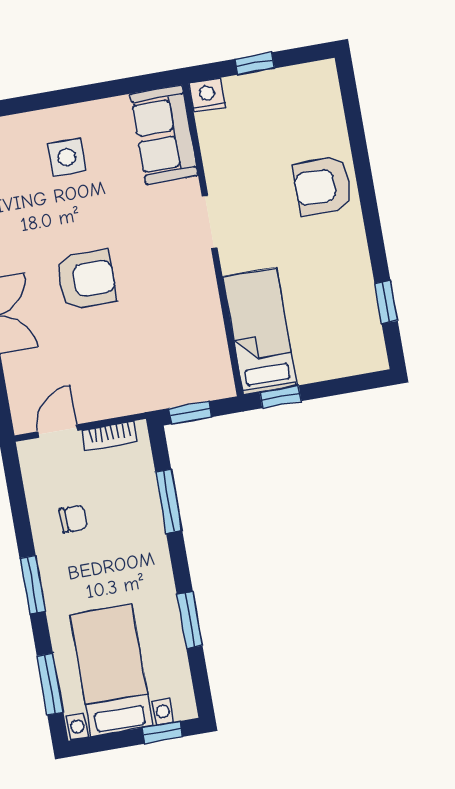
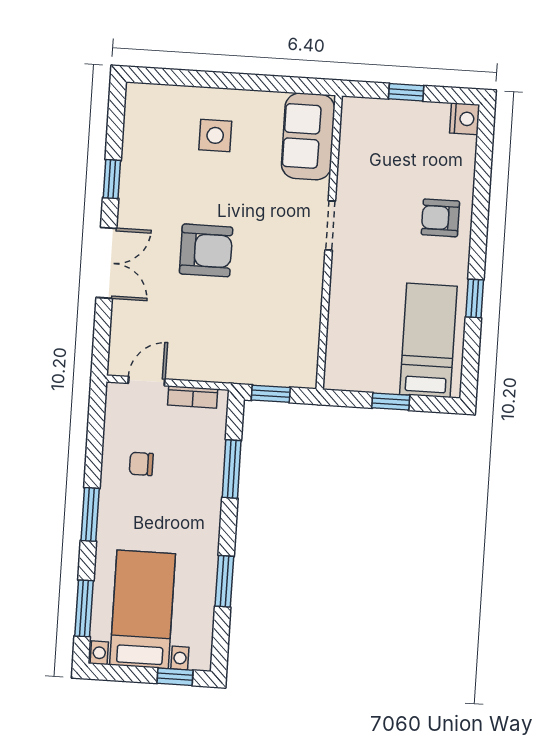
nightstand: (207, 95) -> (465, 119), moved, turned 90
armchair: (323, 186) -> (440, 218), width x0.72, depth x0.72
window: (386, 302) -> (475, 298), moved
bed: (260, 331) -> (428, 340), moved
window: (281, 397) -> (391, 401), moved
chair: (73, 519) -> (141, 464), turned 180

